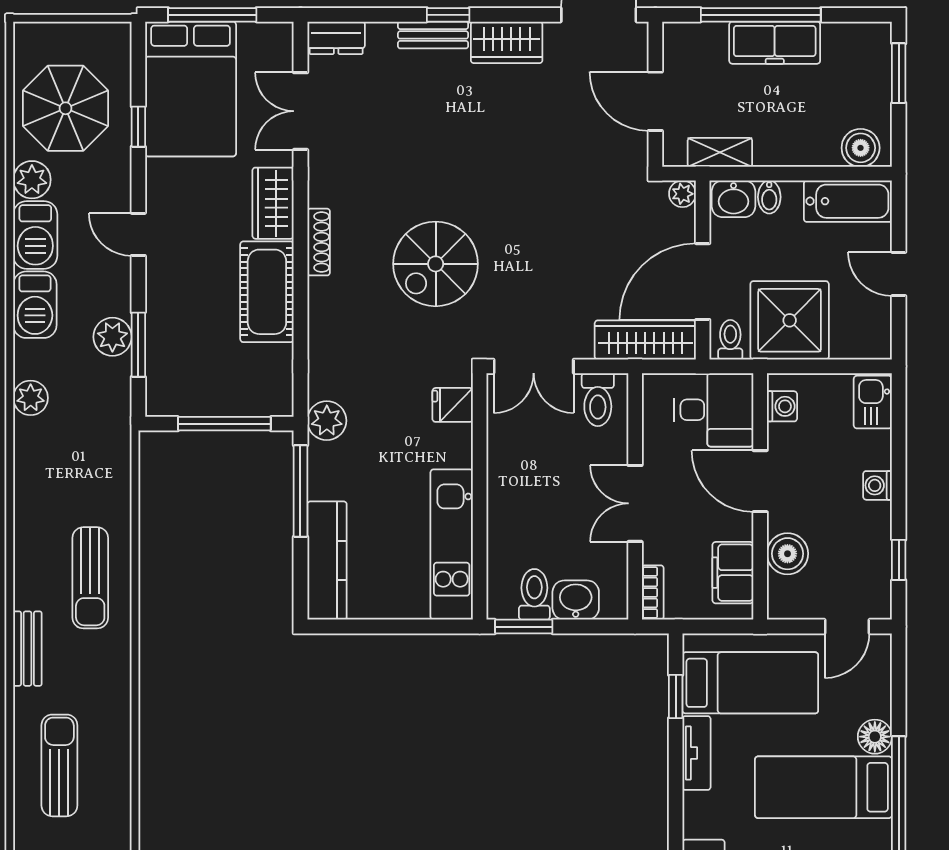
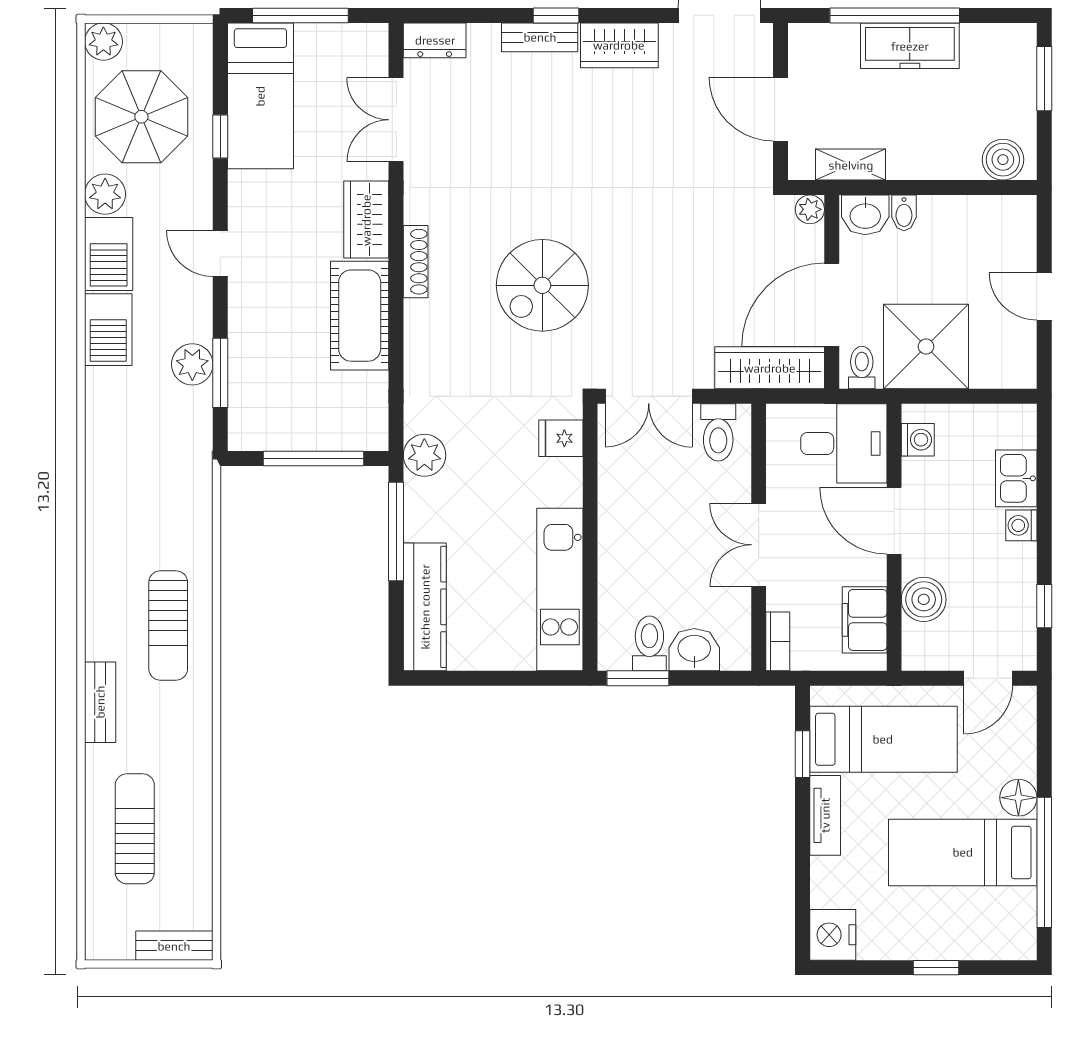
bed: (191, 89) -> (260, 96), width x0.67
bathtub: (848, 201) -> (989, 217), removed
plant: (31, 398) -> (103, 42), moved
kitchen sink: (873, 402) -> (1016, 478), moved

